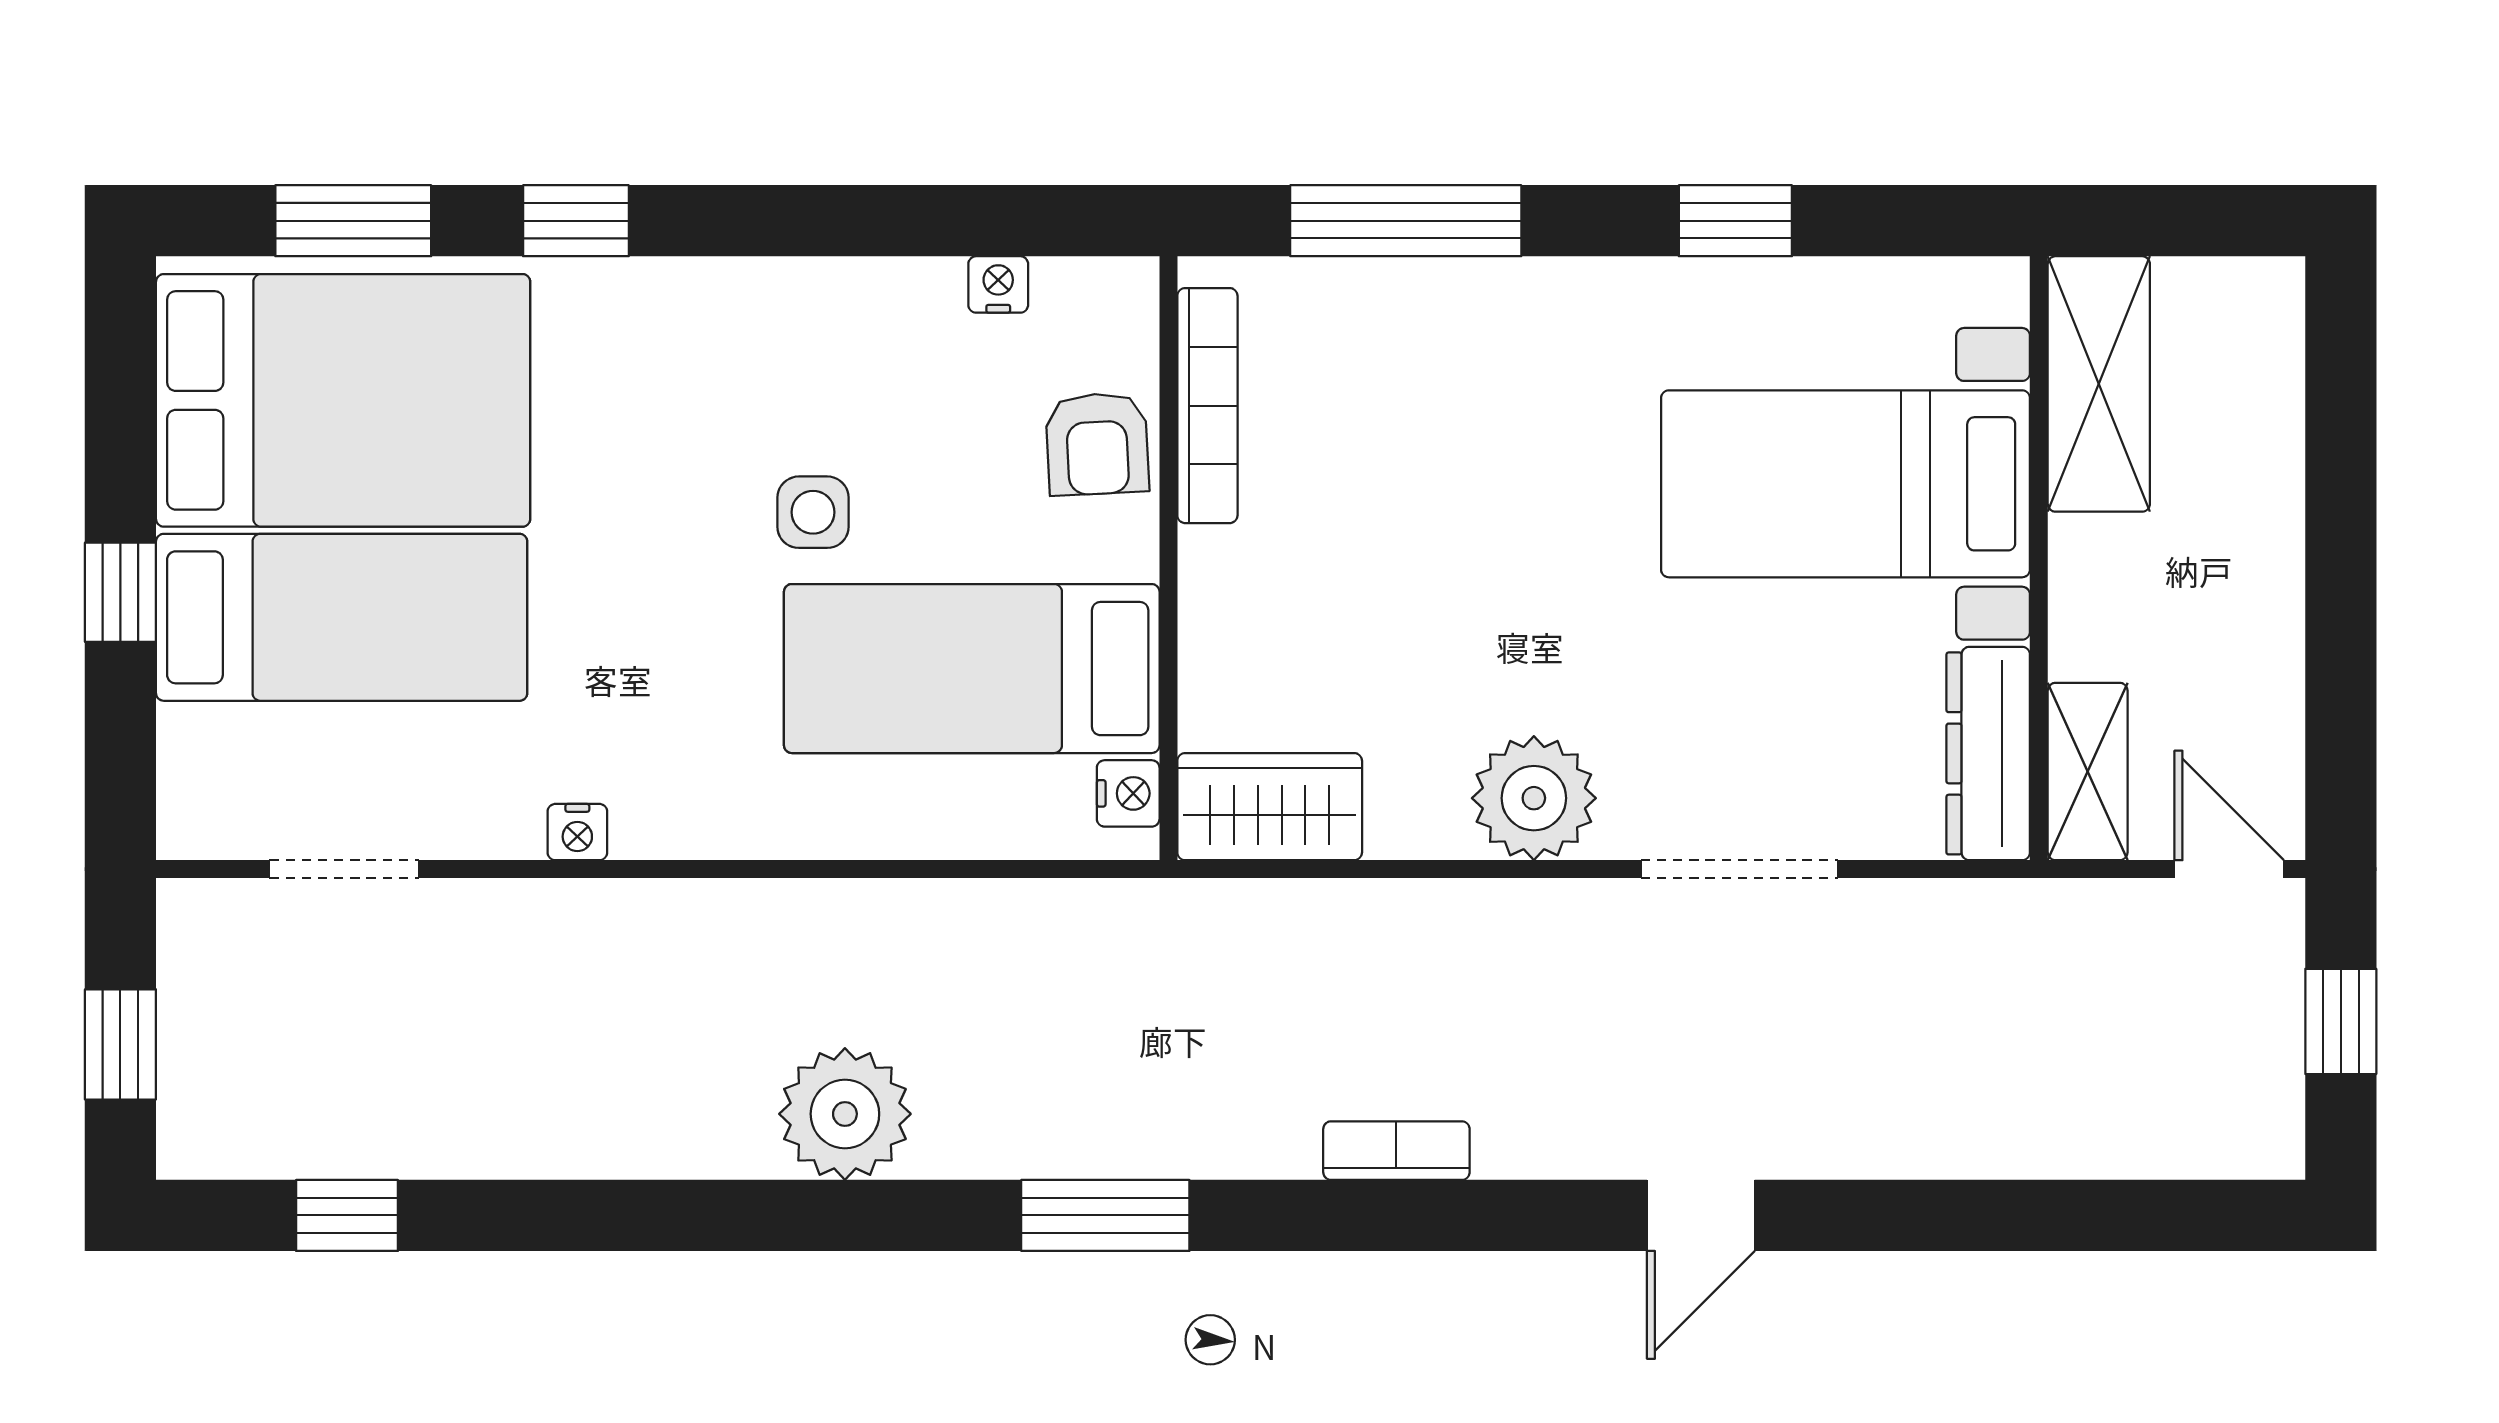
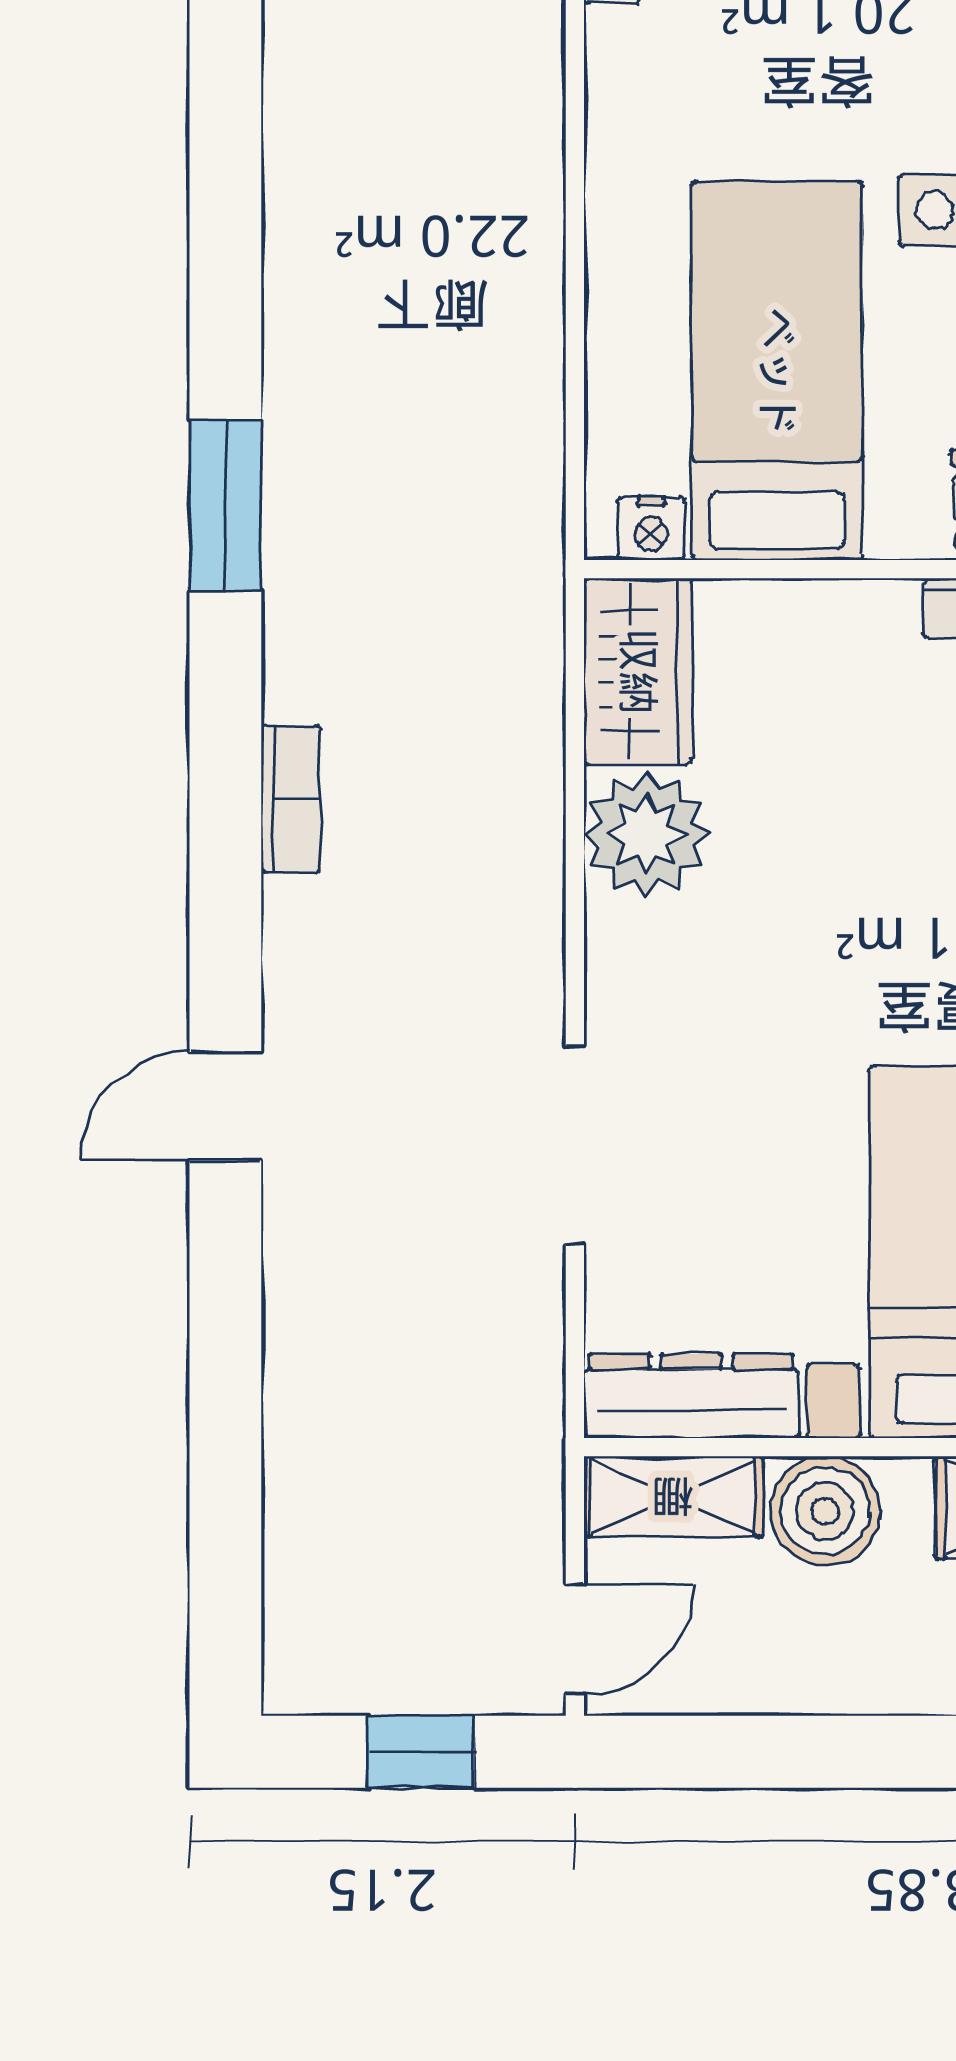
boiler: (2102, 621) -> (825, 1511), added
plant: (1534, 798) -> (646, 834), moved
plant: (845, 1114) -> (328, 243), removed
door: (1701, 1215) -> (225, 1106), hinge flipped

